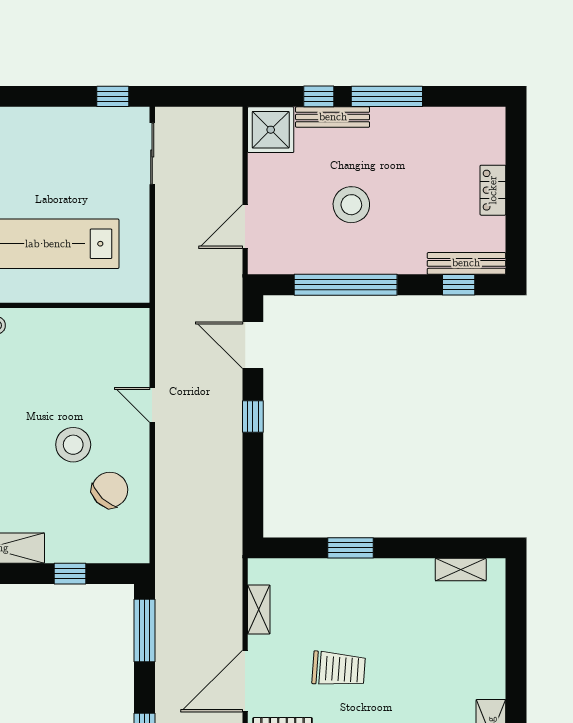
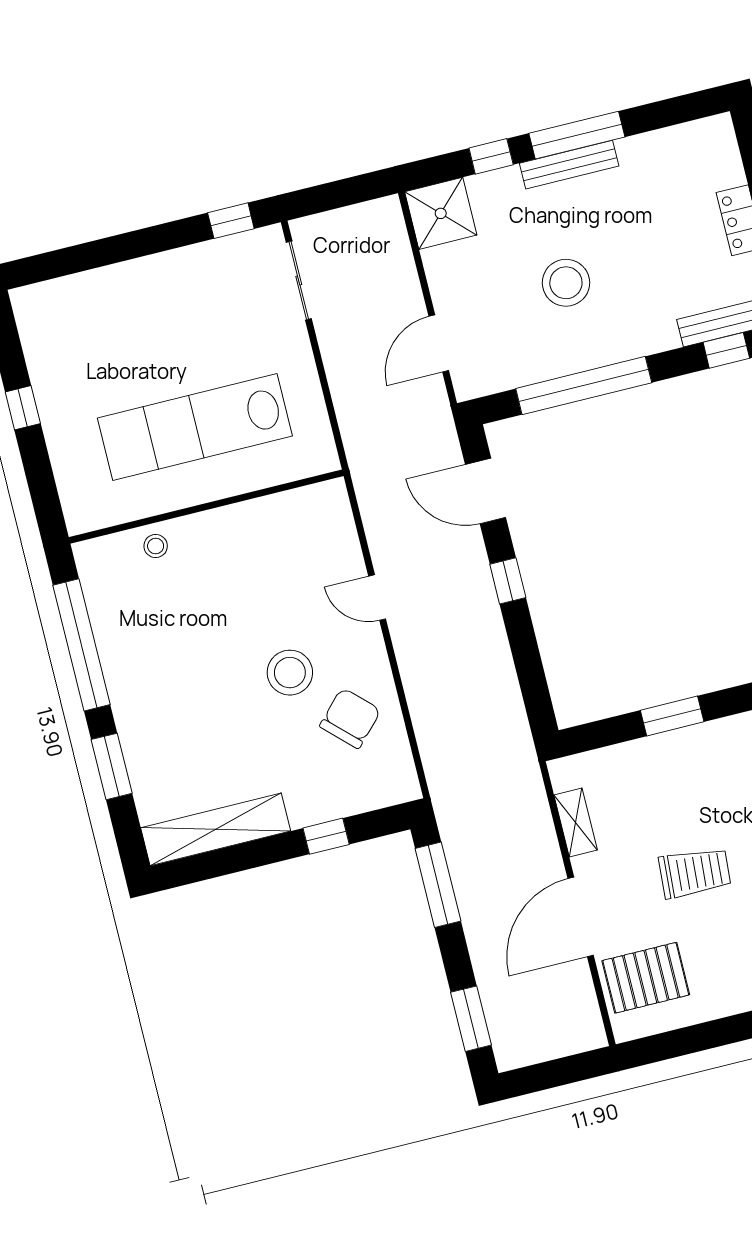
bench: (333, 117) -> (569, 165), moved

